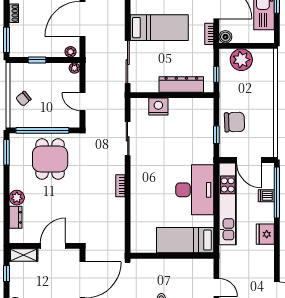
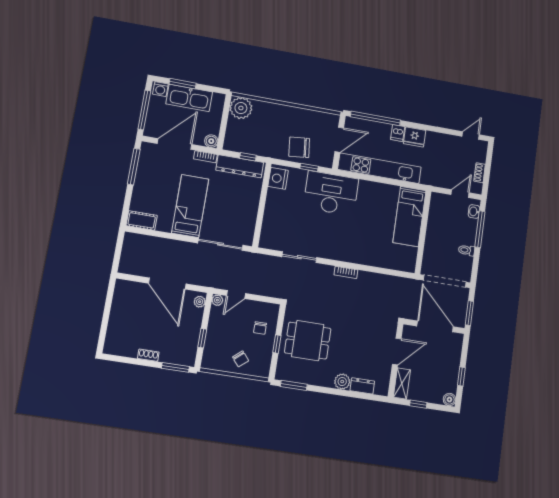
plant: (241, 60) -> (241, 108), moved
dresser: (181, 84) -> (240, 166), moved, turned -90
door: (83, 102) -> (236, 295), moved
nightstand: (158, 107) -> (278, 178), moved
chair: (55, 112) -> (260, 328), added
chair: (234, 122) -> (299, 147), turned -94
window: (42, 130) -> (277, 344), width x0.32
desk: (195, 190) -> (331, 193), moved
dishwasher: (266, 196) -> (398, 133), moved
door: (53, 246) -> (397, 351), swing flipped

